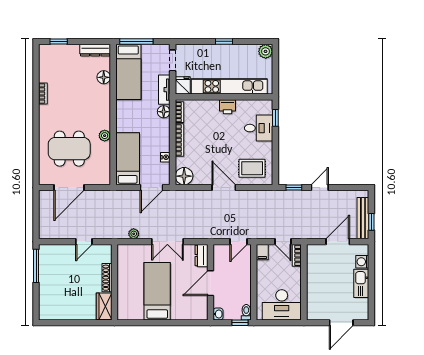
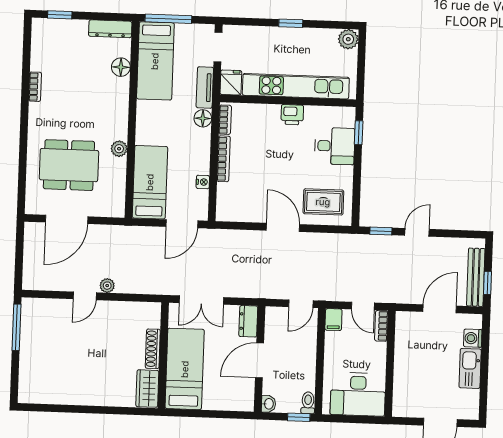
floor lamp: (184, 176) -> (228, 209), removed
plant: (134, 234) -> (107, 286), moved
shoe rack: (107, 278) -> (153, 349), moved
wall: (114, 282) -> (163, 355), moved
wardrobe: (104, 306) -> (147, 389), moved

